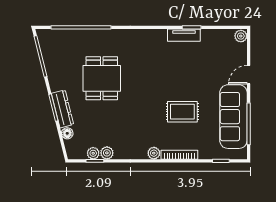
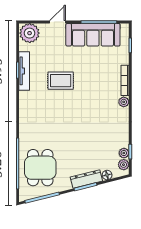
tv unit: (184, 35) -> (24, 71), width x1.41
plant: (241, 36) -> (30, 33), width x1.87, depth x1.87
door: (249, 75) -> (58, 22), swing flipped
dining table: (102, 78) -> (40, 168), moved, turned 90
rug: (182, 112) -> (61, 81), moved, turned 90
plant: (107, 153) -> (124, 165), moved

